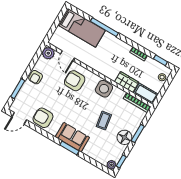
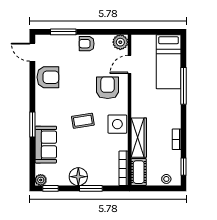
wardrobe: (127, 82) -> (139, 138), width x1.50
armchair: (43, 118) -> (48, 77), turned 90
coffee table: (104, 121) -> (83, 121), moved
sofa: (72, 137) -> (46, 145), moved

